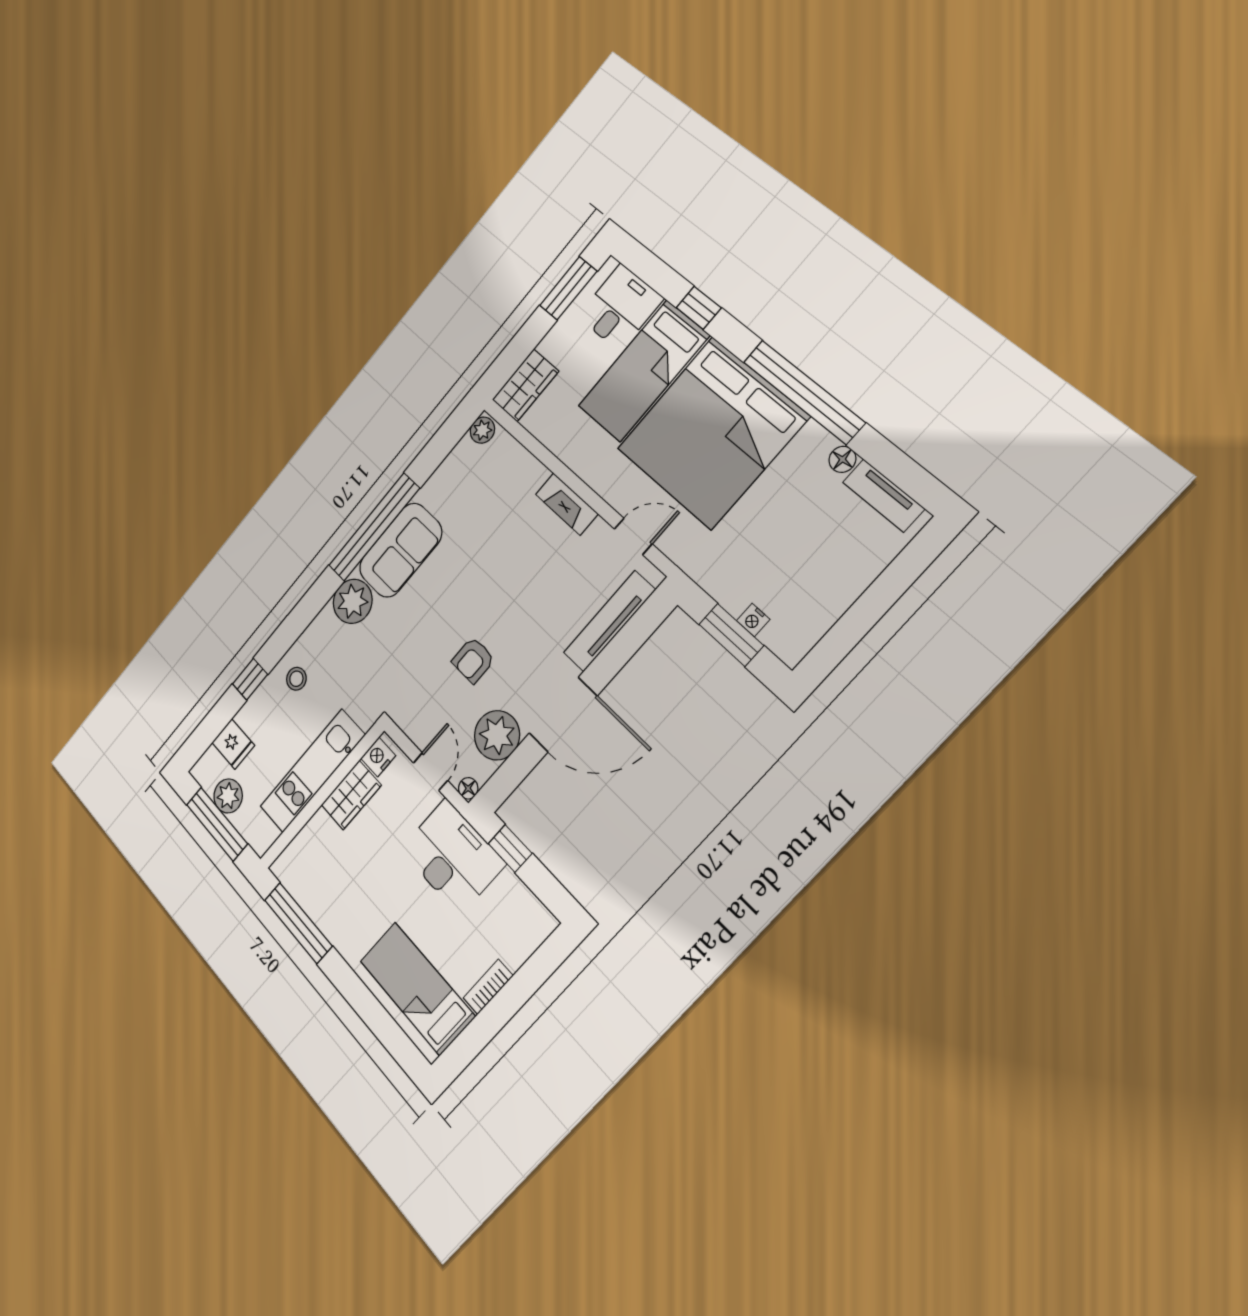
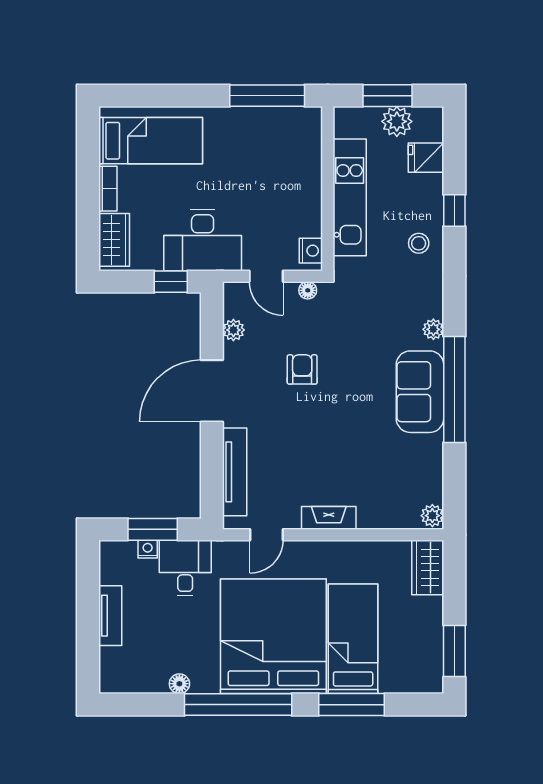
desk: (620, 308) -> (185, 568), moved, turned 180
window: (699, 308) -> (352, 705), width x2.17
tv unit: (884, 495) -> (110, 616), moved, turned 90
plant: (353, 601) -> (433, 329), width x0.53, depth x0.53
plant: (497, 735) -> (233, 330), width x0.53, depth x0.53
floor lamp: (468, 788) -> (308, 290), moved
wardrobe: (351, 795) -> (114, 240), moved, turned 180
window: (217, 824) -> (388, 96), width x0.69

